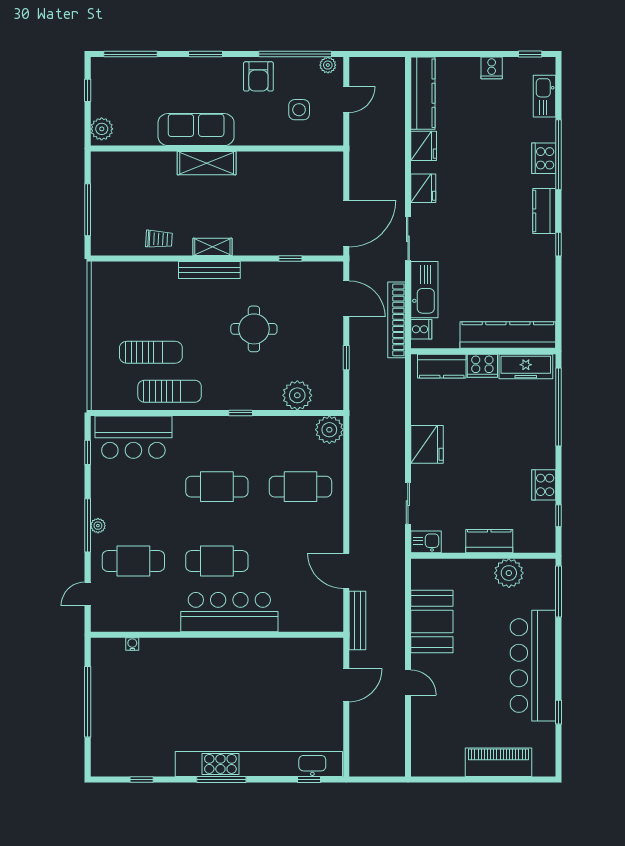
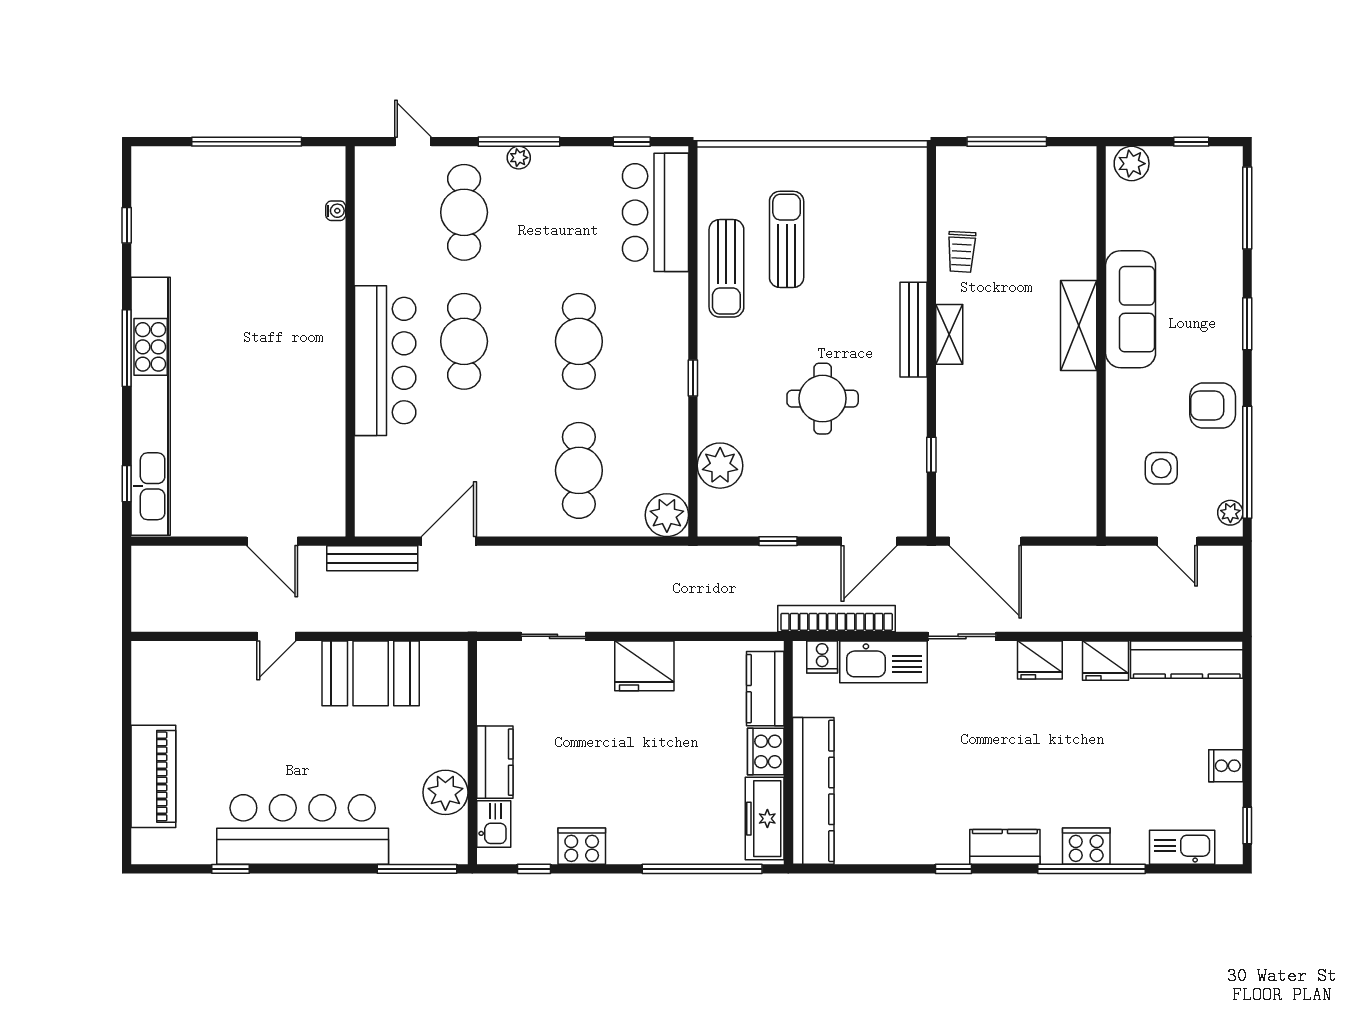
sun lounger: (151, 352) -> (787, 239), turned 180
kitchen sink: (426, 542) -> (494, 824), moved

